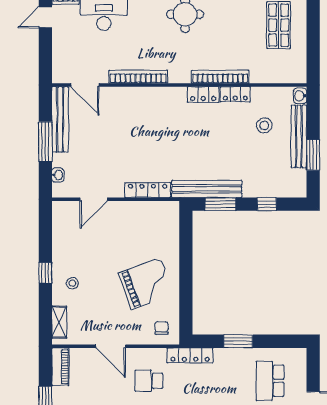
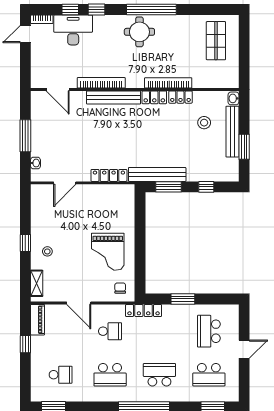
bench: (60, 119) -> (114, 98), moved, turned 90
grand piano: (146, 284) -> (108, 252), turned 110
school desk: (149, 381) -> (110, 331), turned 180

